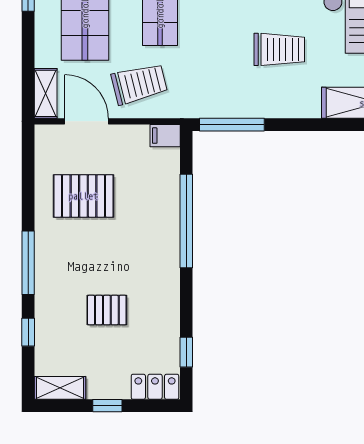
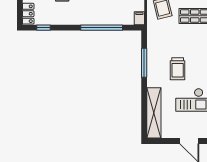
window: (232, 125) -> (144, 63), moved

